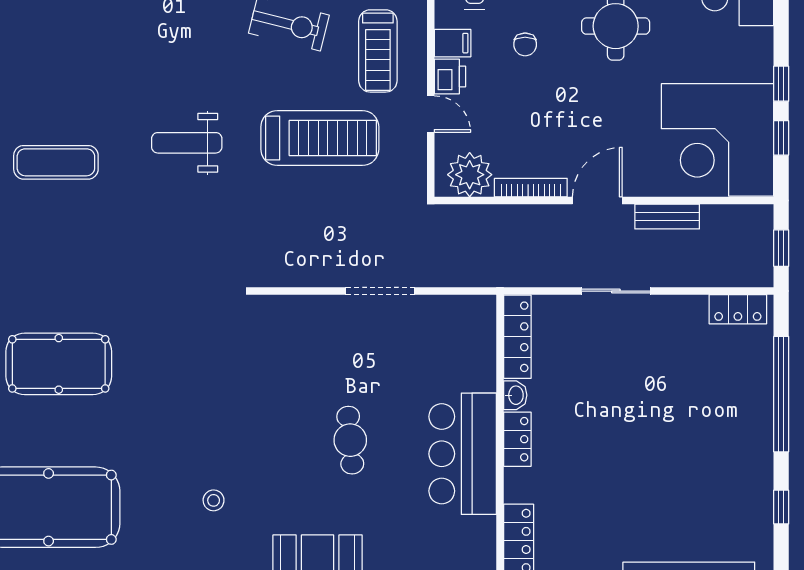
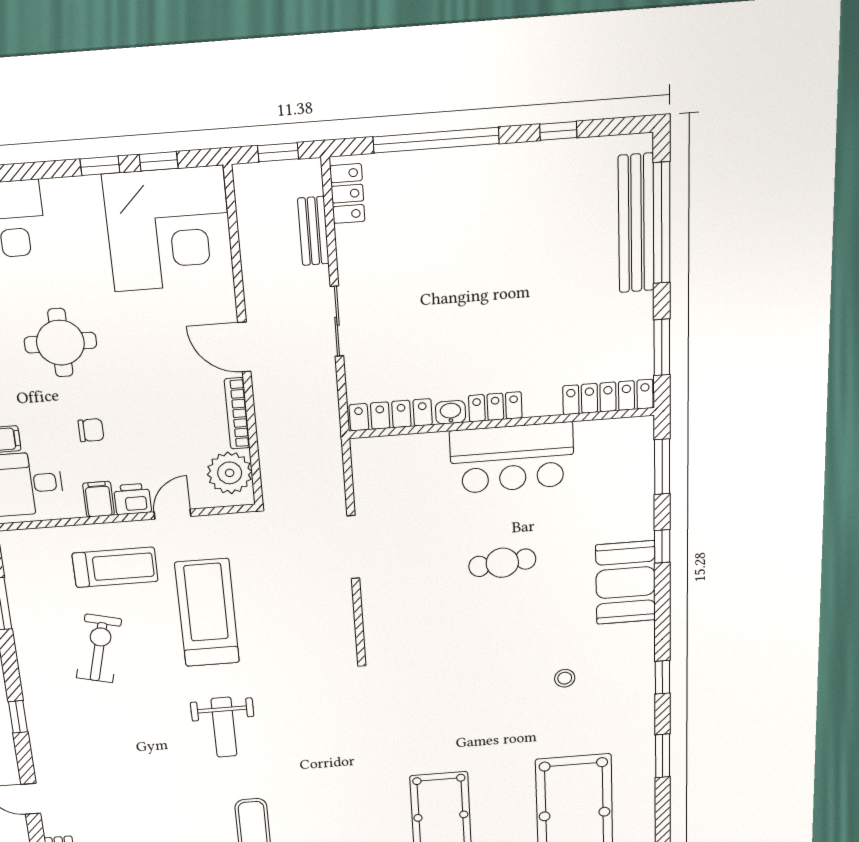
bench: (667, 217) -> (313, 231), moved

